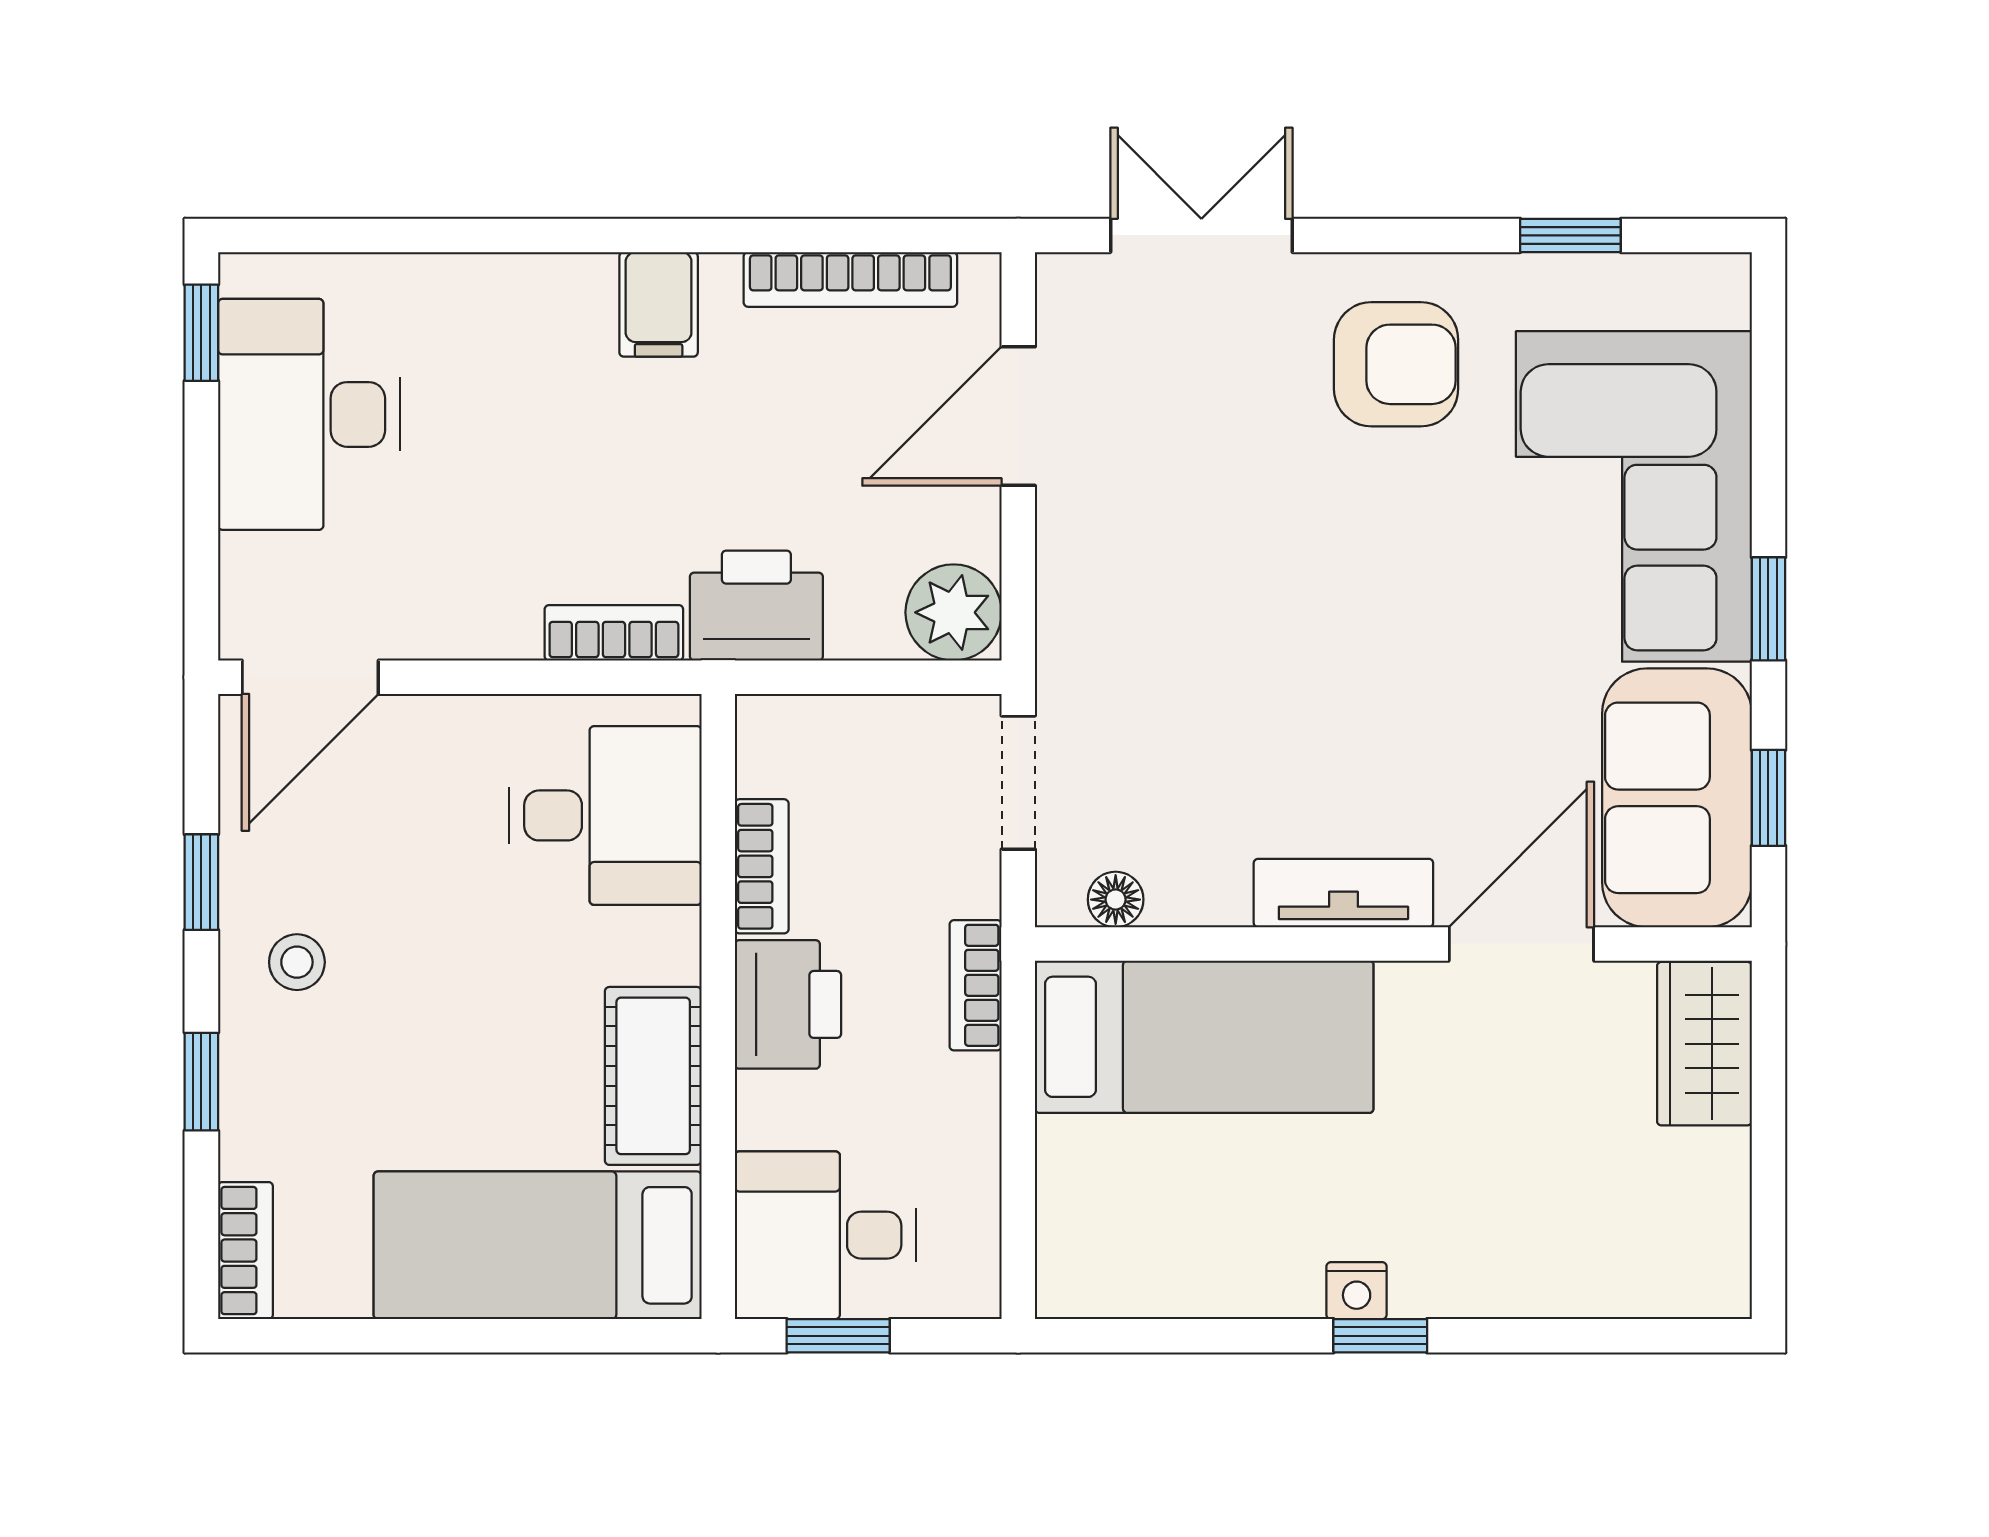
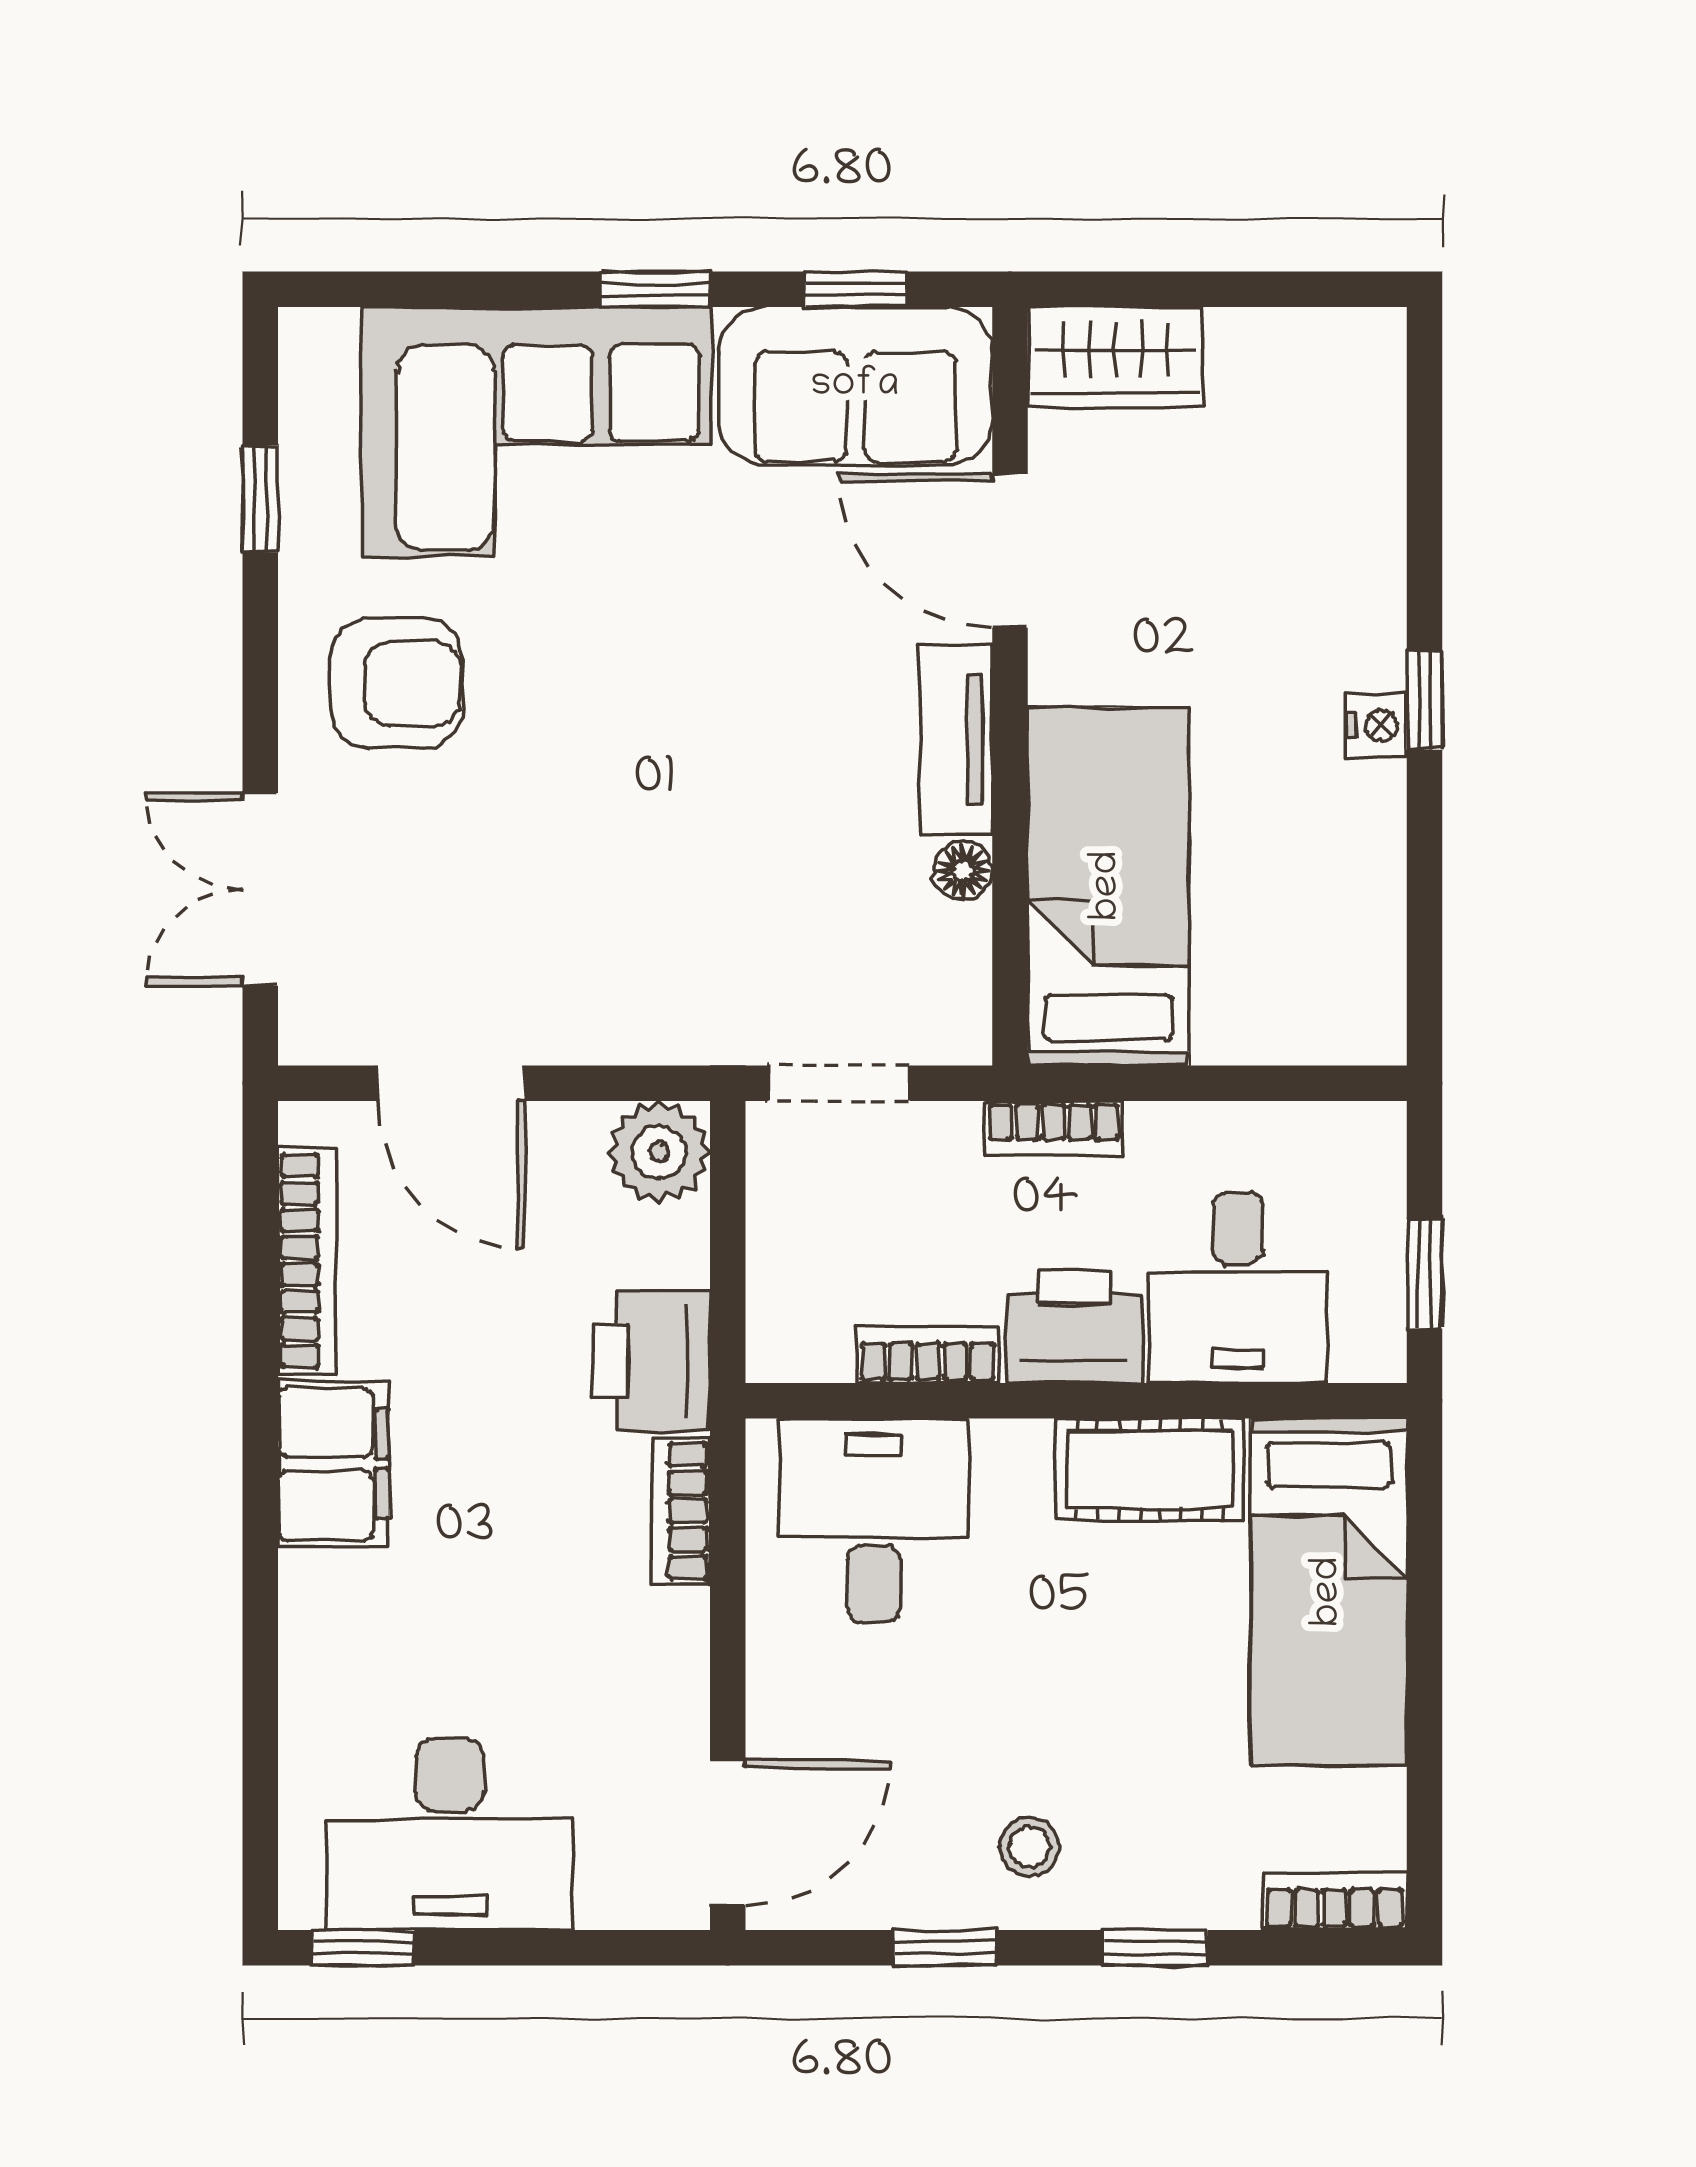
filing cabinet: (659, 304) -> (333, 1464), width x2.00
armchair: (1396, 364) -> (396, 683), turned 90
door: (310, 677) -> (728, 1833), hinge flipped
floor lamp: (1116, 900) -> (963, 871), moved
desk: (825, 1235) -> (1238, 1287), moved

